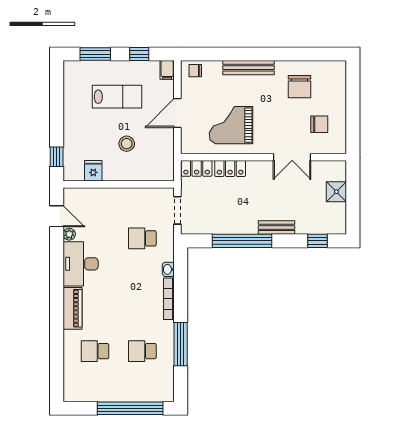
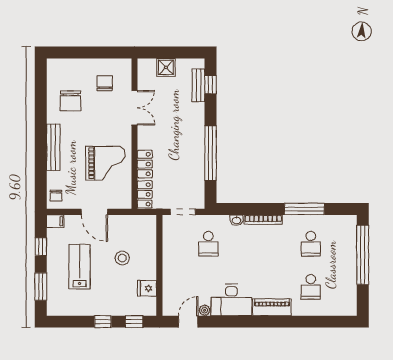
chair: (300, 87) -> (70, 101), turned 90
window: (57, 122) -> (103, 322), added
grand piano: (231, 125) -> (105, 163), turned -90
bench: (276, 227) -> (198, 85), moved

